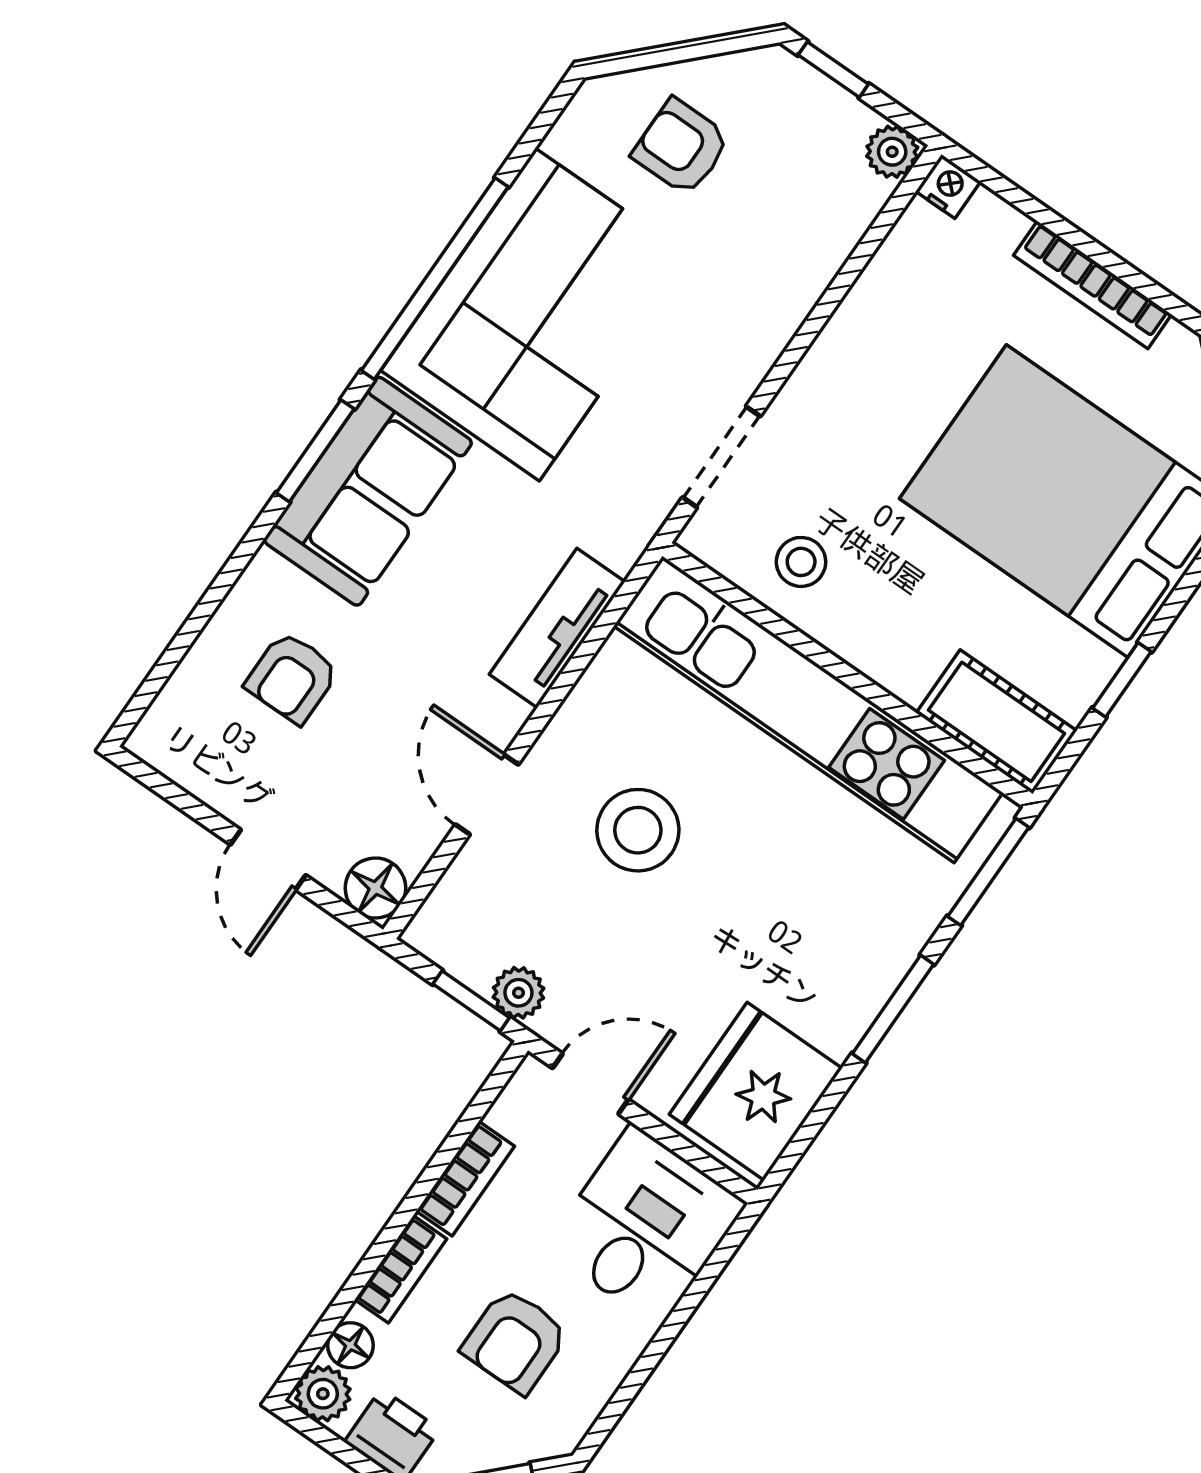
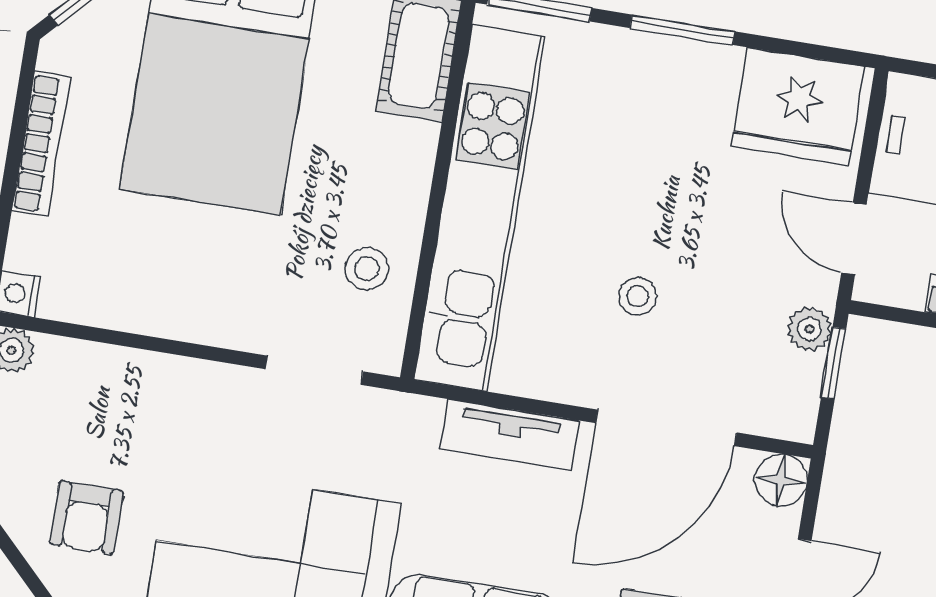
door: (487, 794) -> (666, 428), width x1.88
stool: (638, 830) -> (638, 296), width x0.53, depth x0.53

